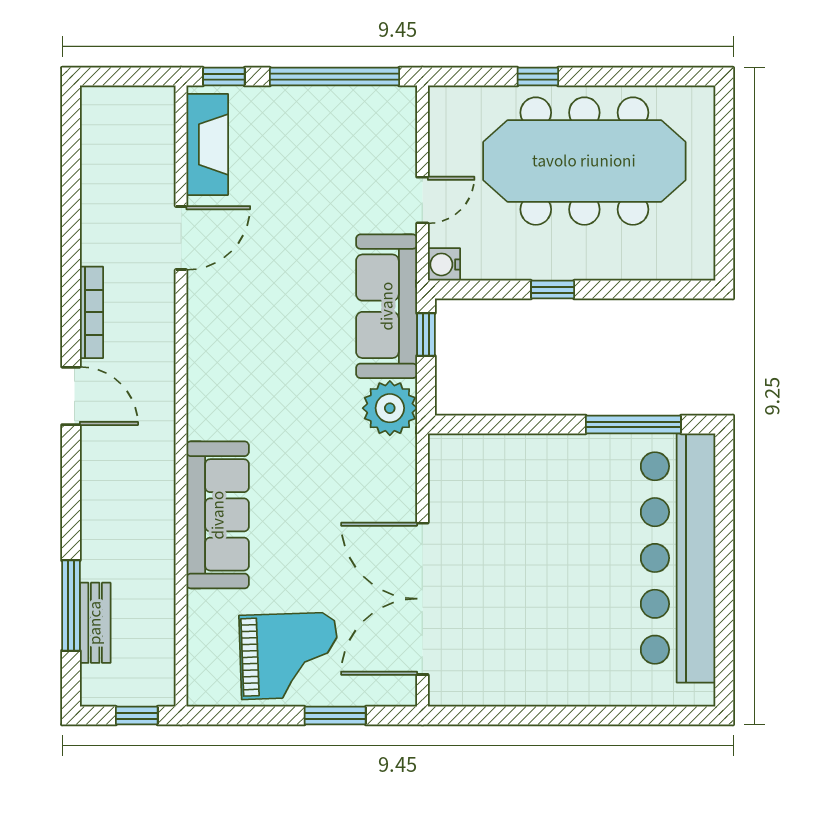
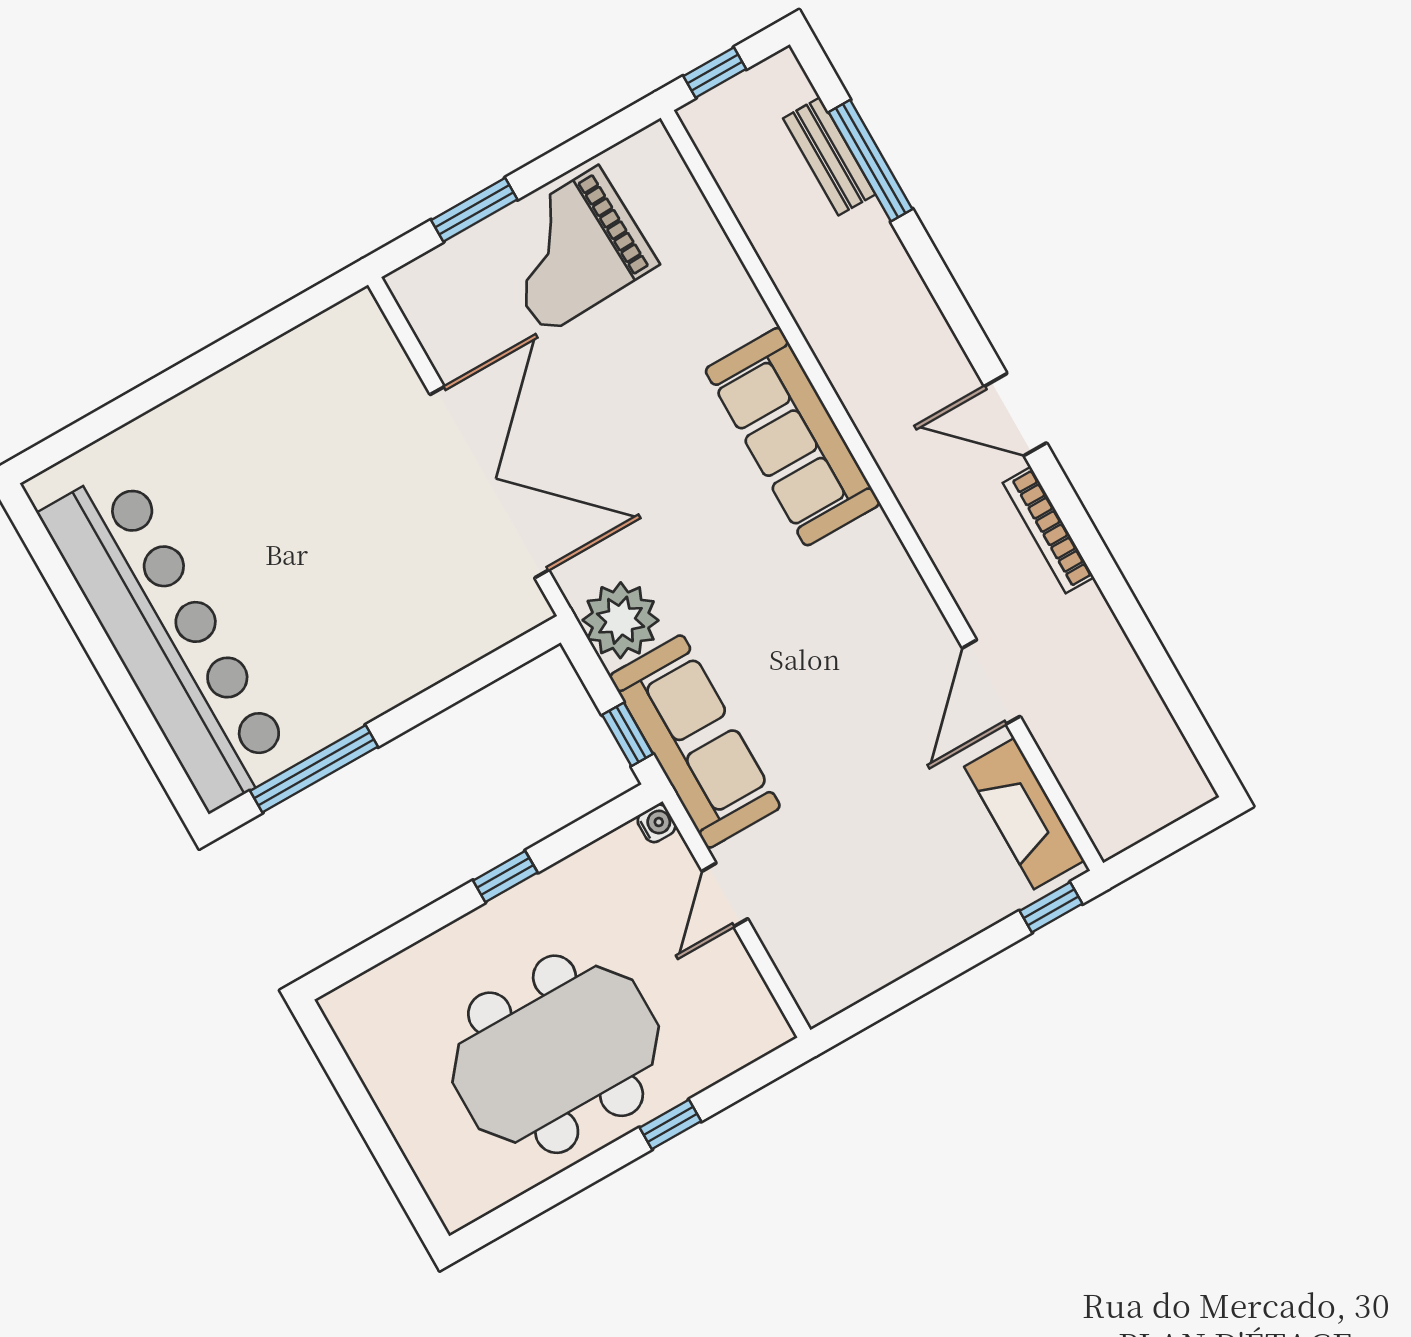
window: (335, 77) -> (917, 984), removed
meeting table: (584, 161) -> (556, 1054), width x0.73
water cooler: (444, 264) -> (657, 823), width x0.72, depth x0.72
sofa: (218, 515) -> (792, 437), moved
double door: (422, 599) -> (489, 482), moved

